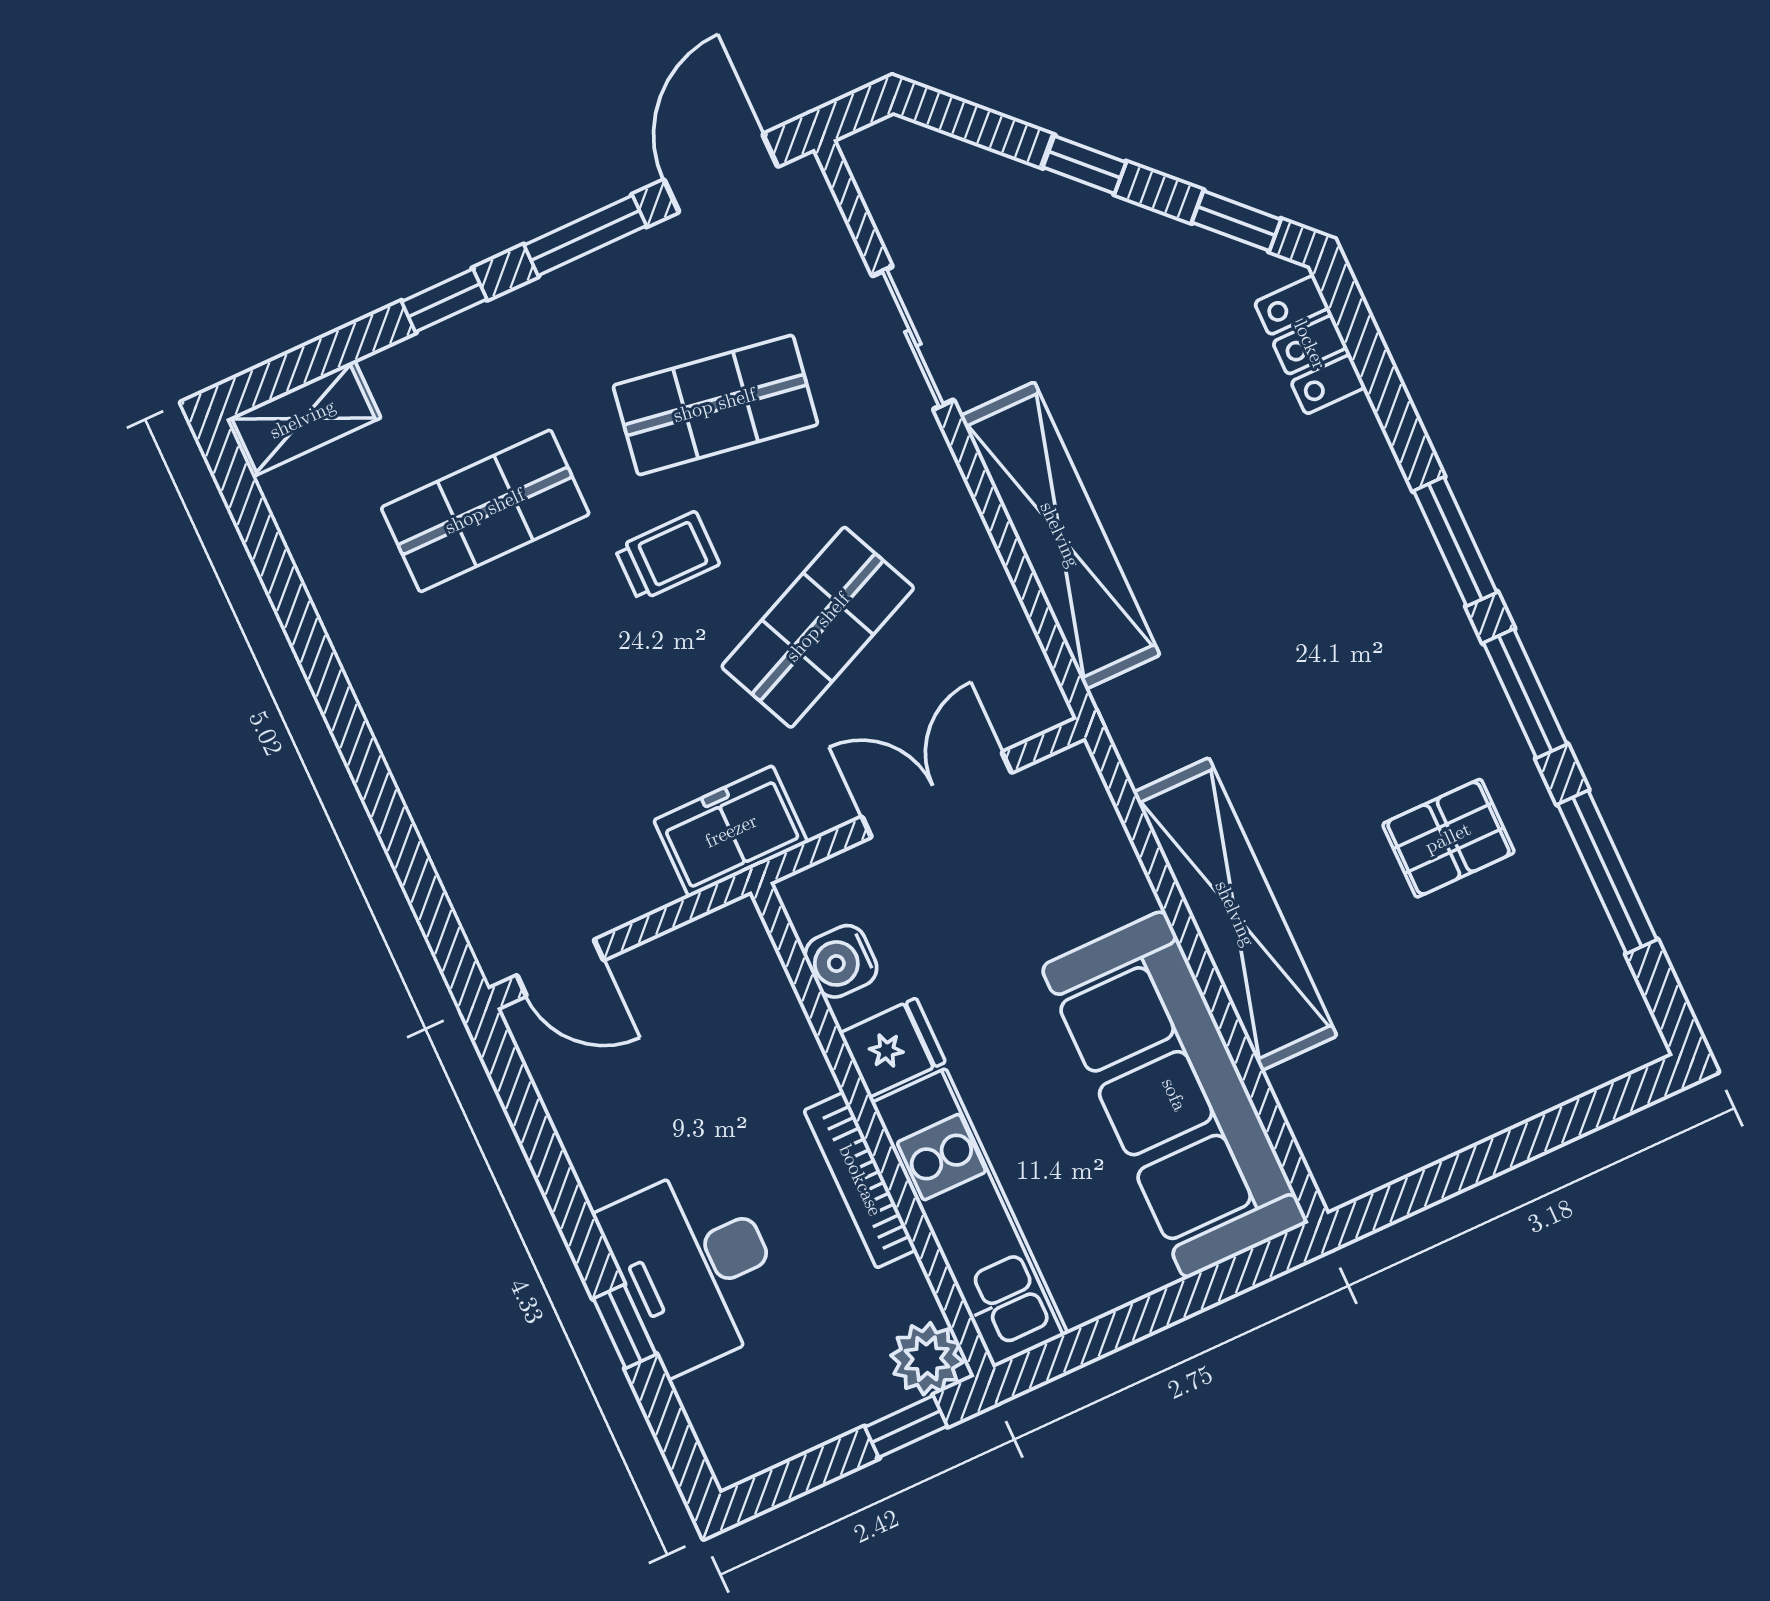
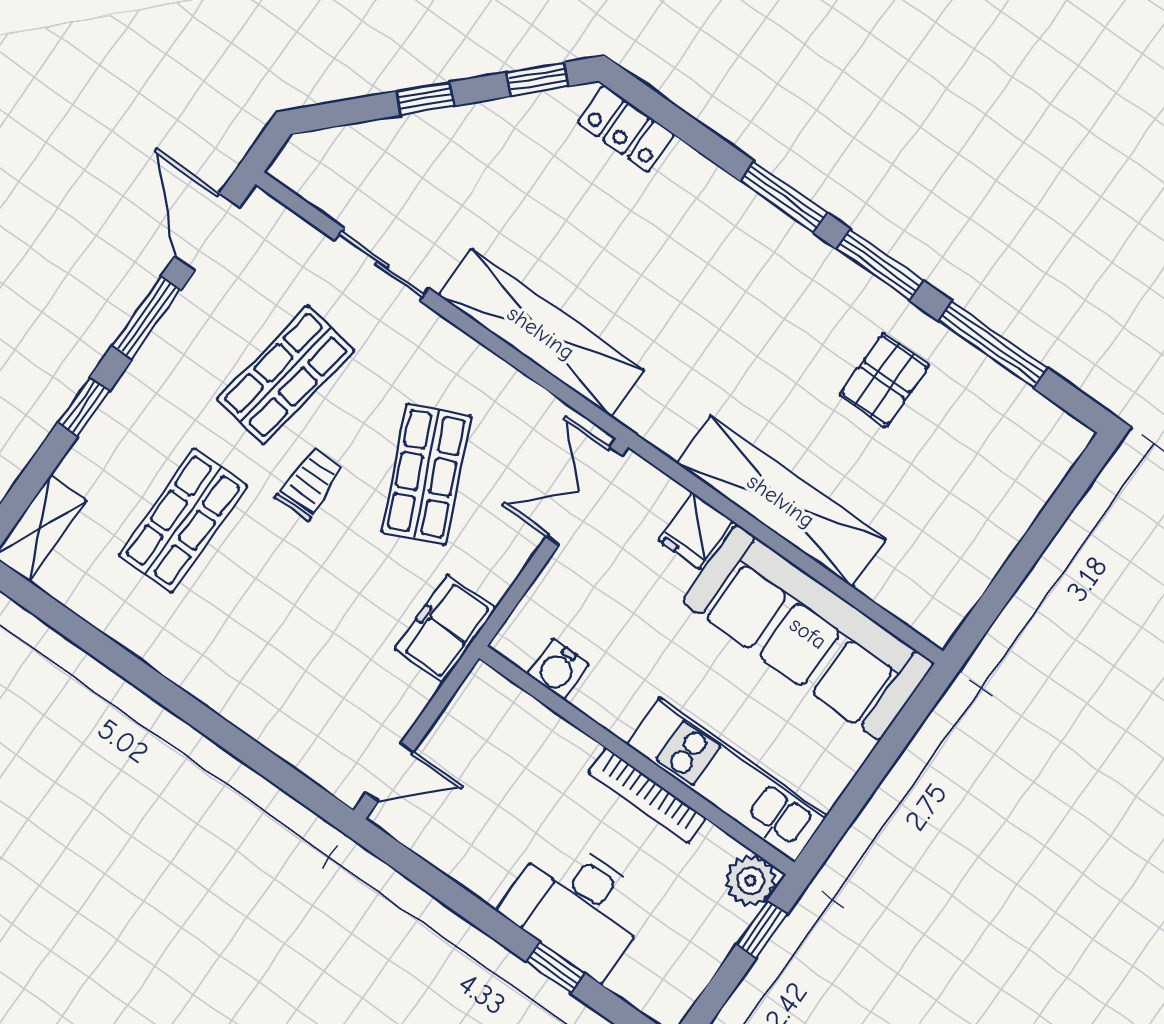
double door: (937, 795) -> (584, 496), moved
fridge: (893, 1048) -> (696, 531), moved, turned 180

